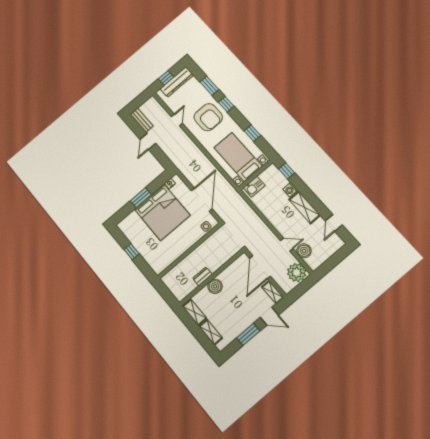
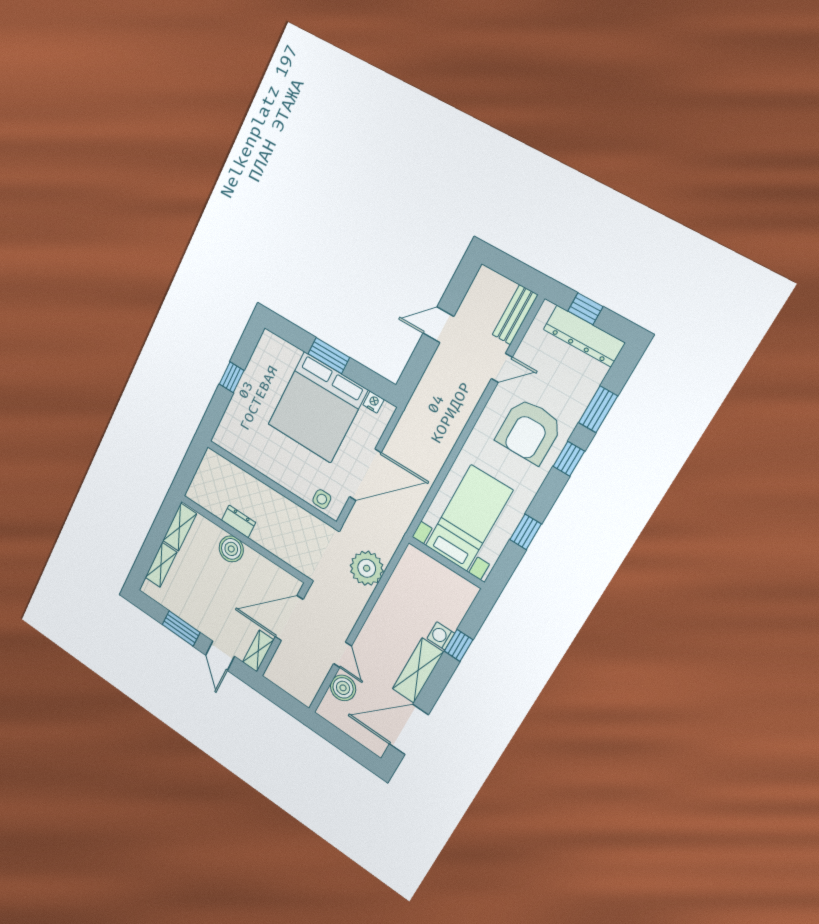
bench: (142, 120) -> (515, 315), moved
window: (287, 171) -> (458, 645), moved
kitchen sink: (254, 187) -> (423, 567), removed
door: (334, 223) -> (409, 730), width x1.88
plant: (297, 273) -> (367, 568), moved

